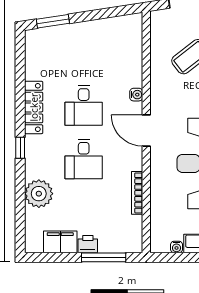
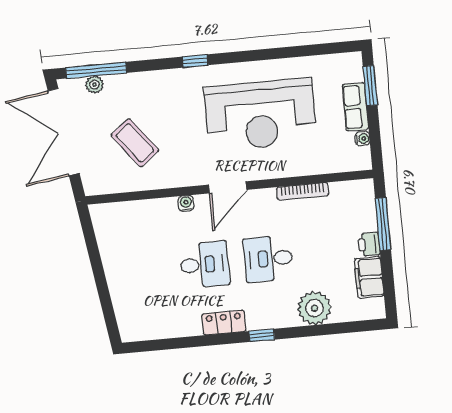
window: (53, 21) -> (108, 310), removed
locker: (34, 107) -> (224, 323), width x0.66
desk: (84, 159) -> (268, 259), turned 180

